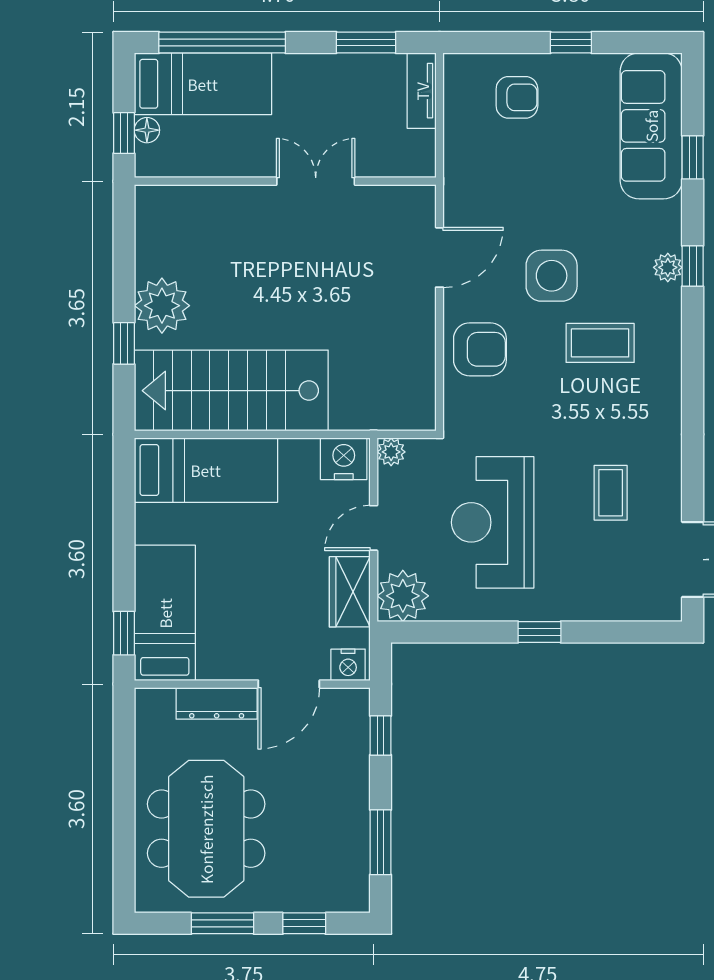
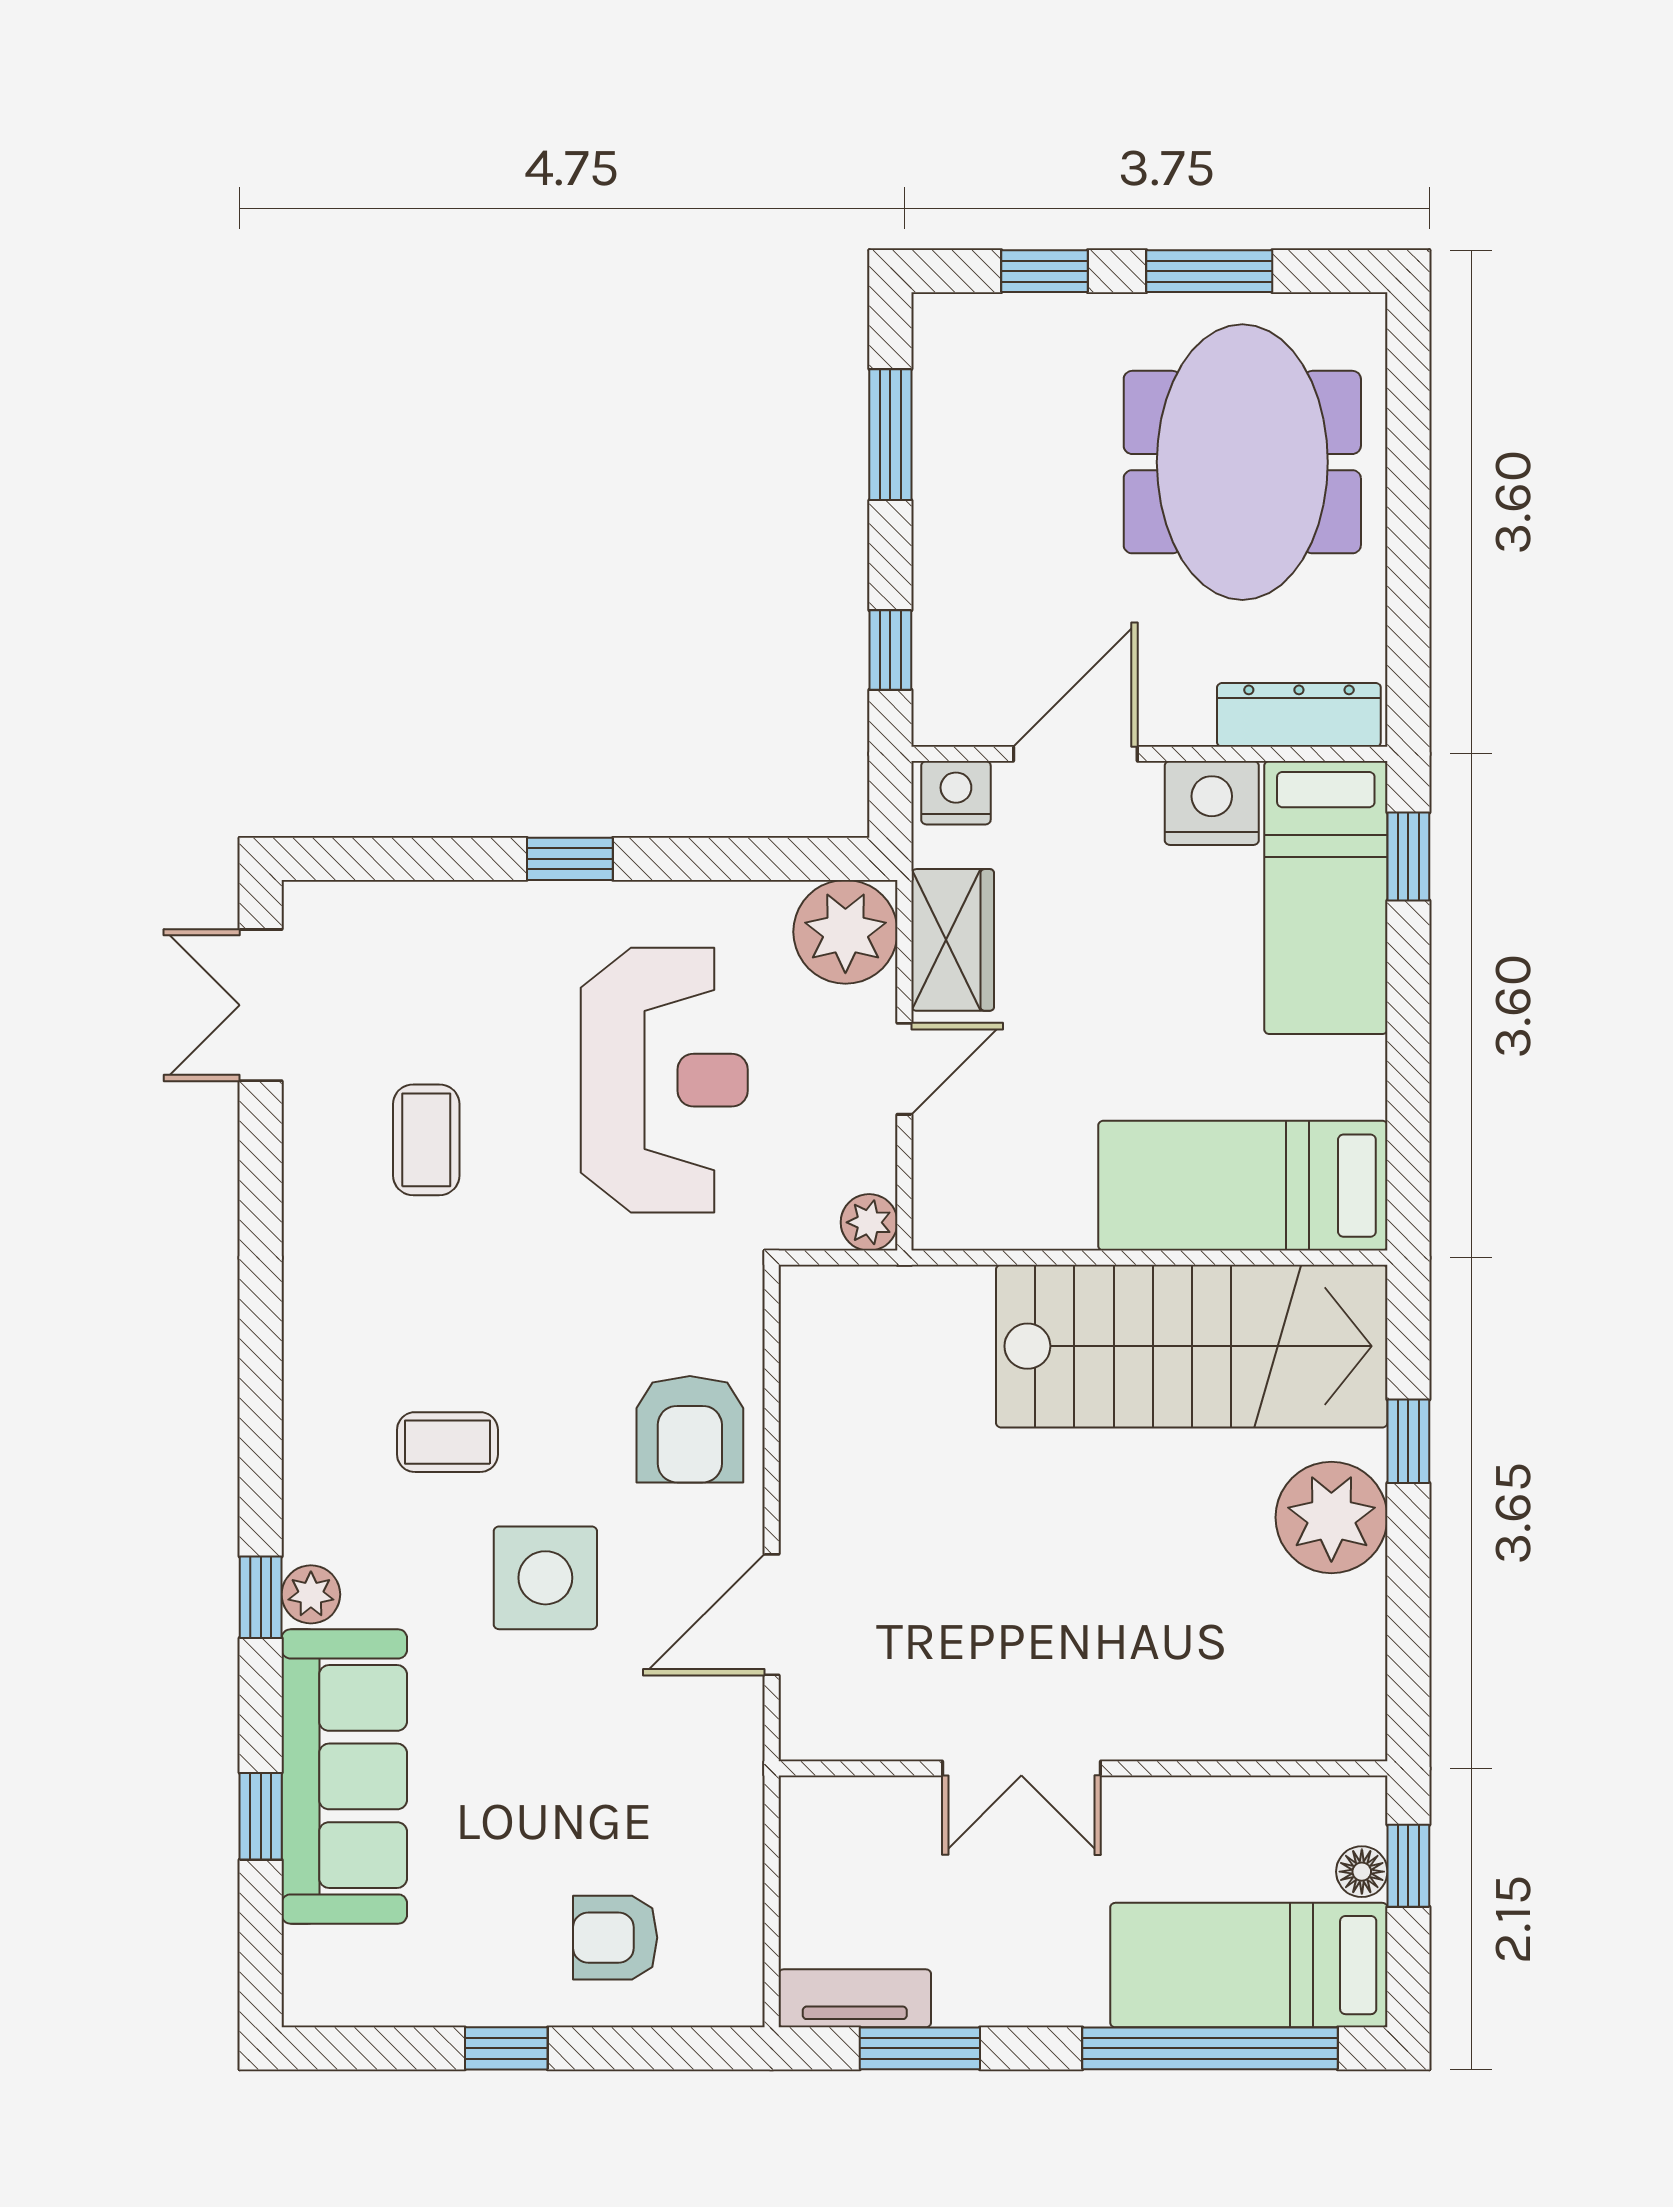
tv unit: (422, 91) -> (855, 1998), moved, turned -90
sofa: (651, 126) -> (344, 1776), moved
coffee table: (600, 343) -> (447, 1442), width x0.73, depth x0.77
armchair: (480, 349) -> (690, 1429), turned -90
nightstand: (344, 459) -> (1212, 803), moved, turned 180
dresser: (217, 703) -> (1299, 715), moved

